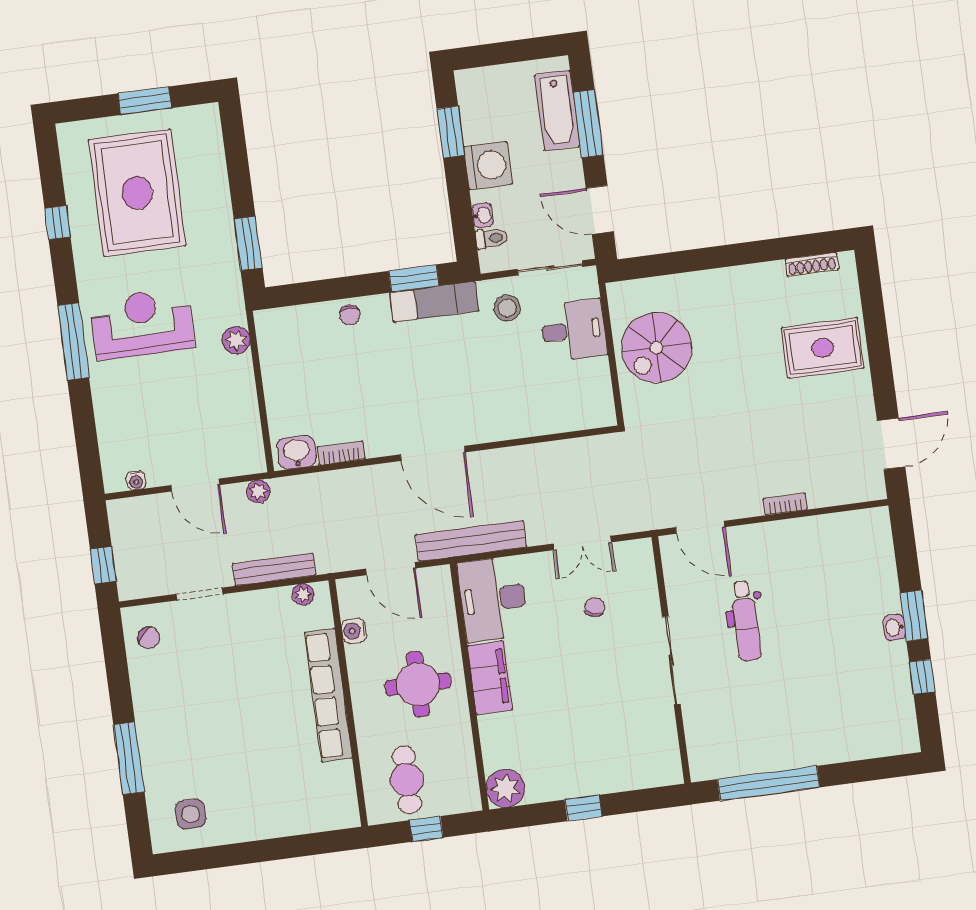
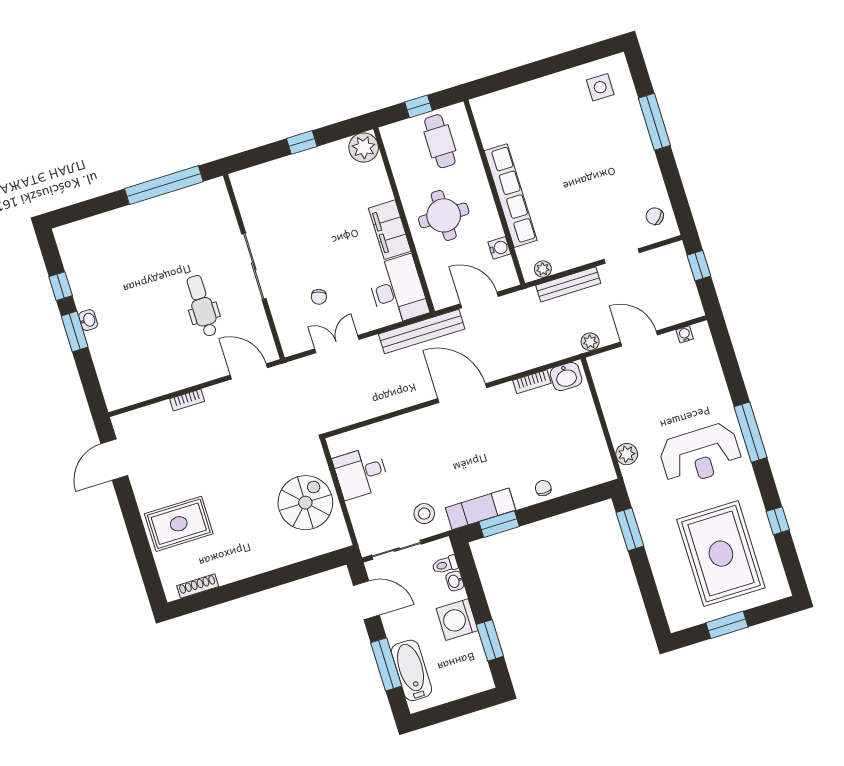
desk: (573, 330) -> (361, 473), moved

